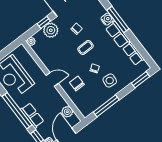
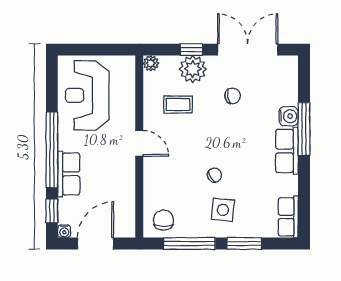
coffee table: (85, 47) -> (178, 104), moved
row of seats: (133, 54) -> (288, 217), moved
window: (141, 80) -> (244, 244), moved
chair: (77, 83) -> (163, 220), moved
plant: (67, 112) -> (125, 208), removed

